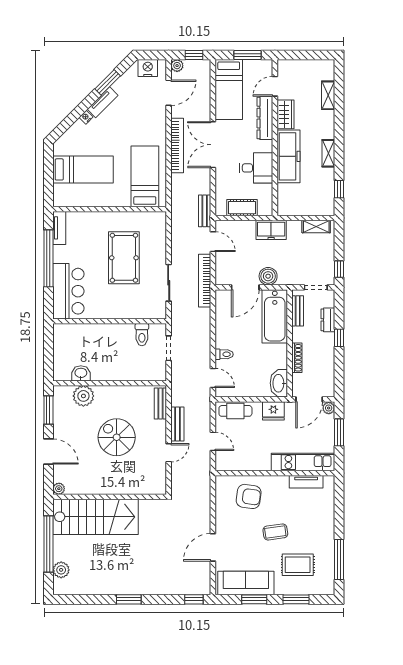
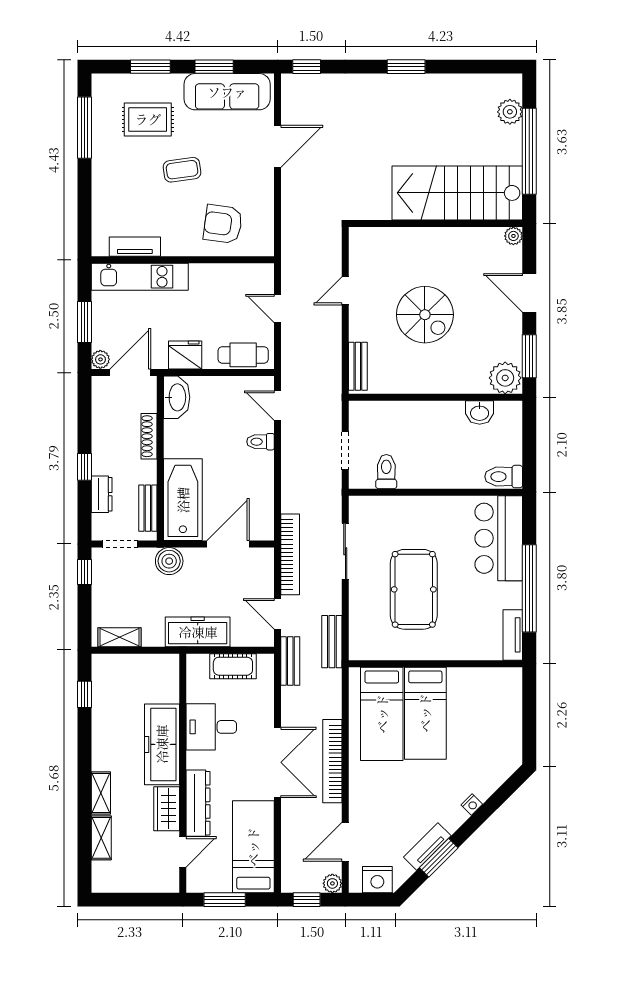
tv unit: (103, 102) -> (427, 846), moved
shelving: (328, 153) -> (101, 793), moved
bed: (83, 169) -> (425, 713), moved, turned -90
freezer: (271, 230) -> (198, 632), width x1.40
boiler: (268, 276) -> (169, 561), moved
toilet: (65, 331) -> (504, 477), added
plant: (83, 396) -> (505, 378), moved
bench: (177, 424) -> (332, 642), moved

